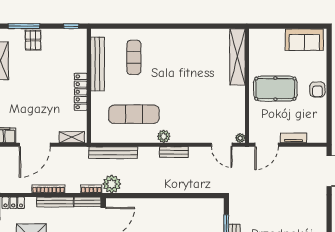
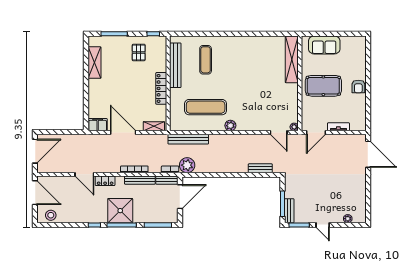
pallet: (33, 40) -> (139, 52), moved
sofa: (304, 40) -> (324, 45), moved
door: (35, 145) -> (123, 133), swing flipped
bench: (174, 152) -> (260, 168), moved

